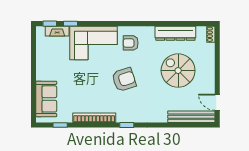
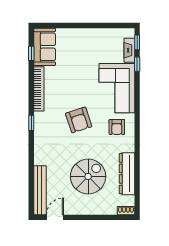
armchair: (131, 43) -> (117, 127), turned 180
sofa: (46, 99) -> (45, 47), moved, turned -90

